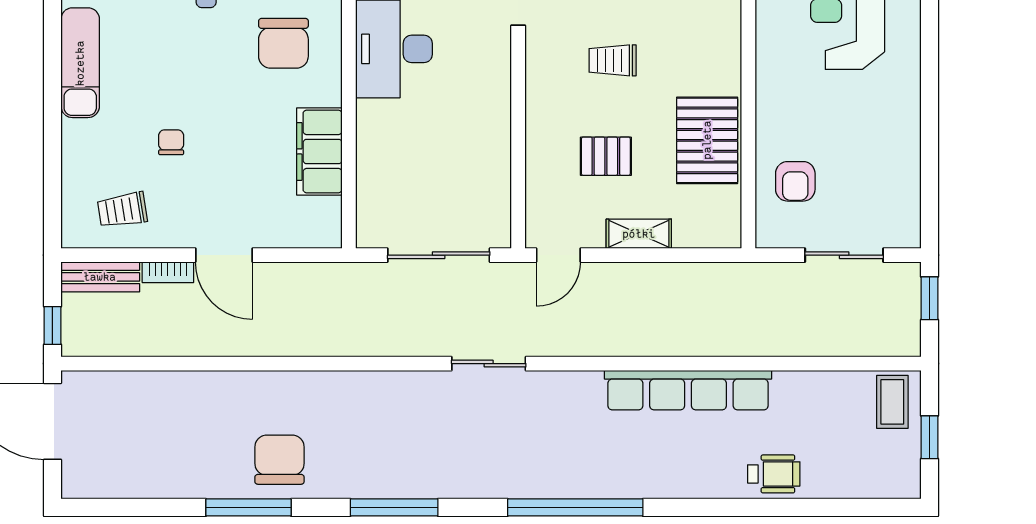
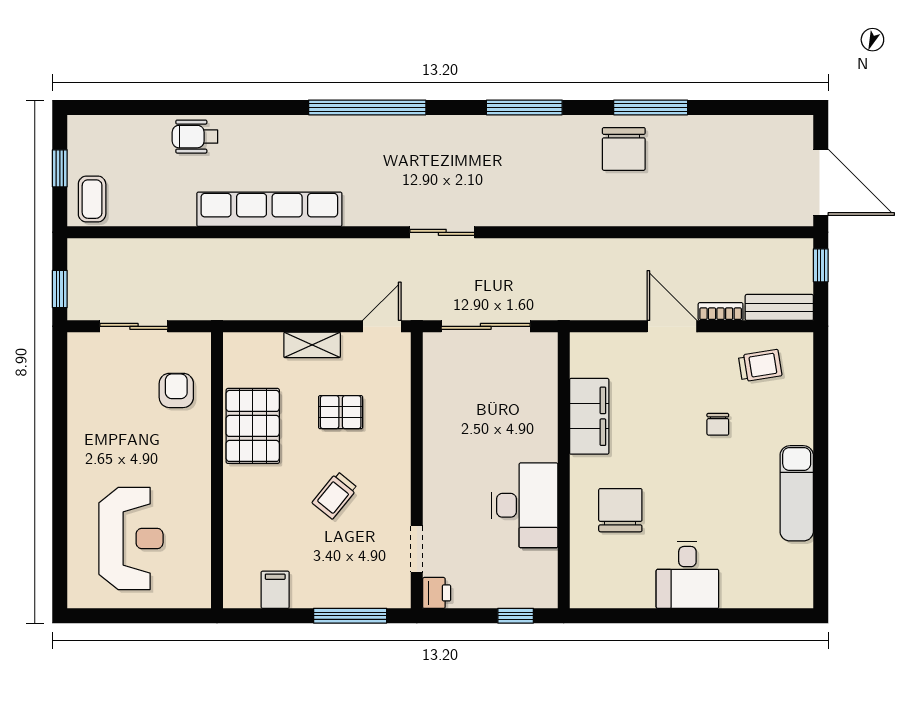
trolley: (613, 60) -> (335, 495), turned 129

